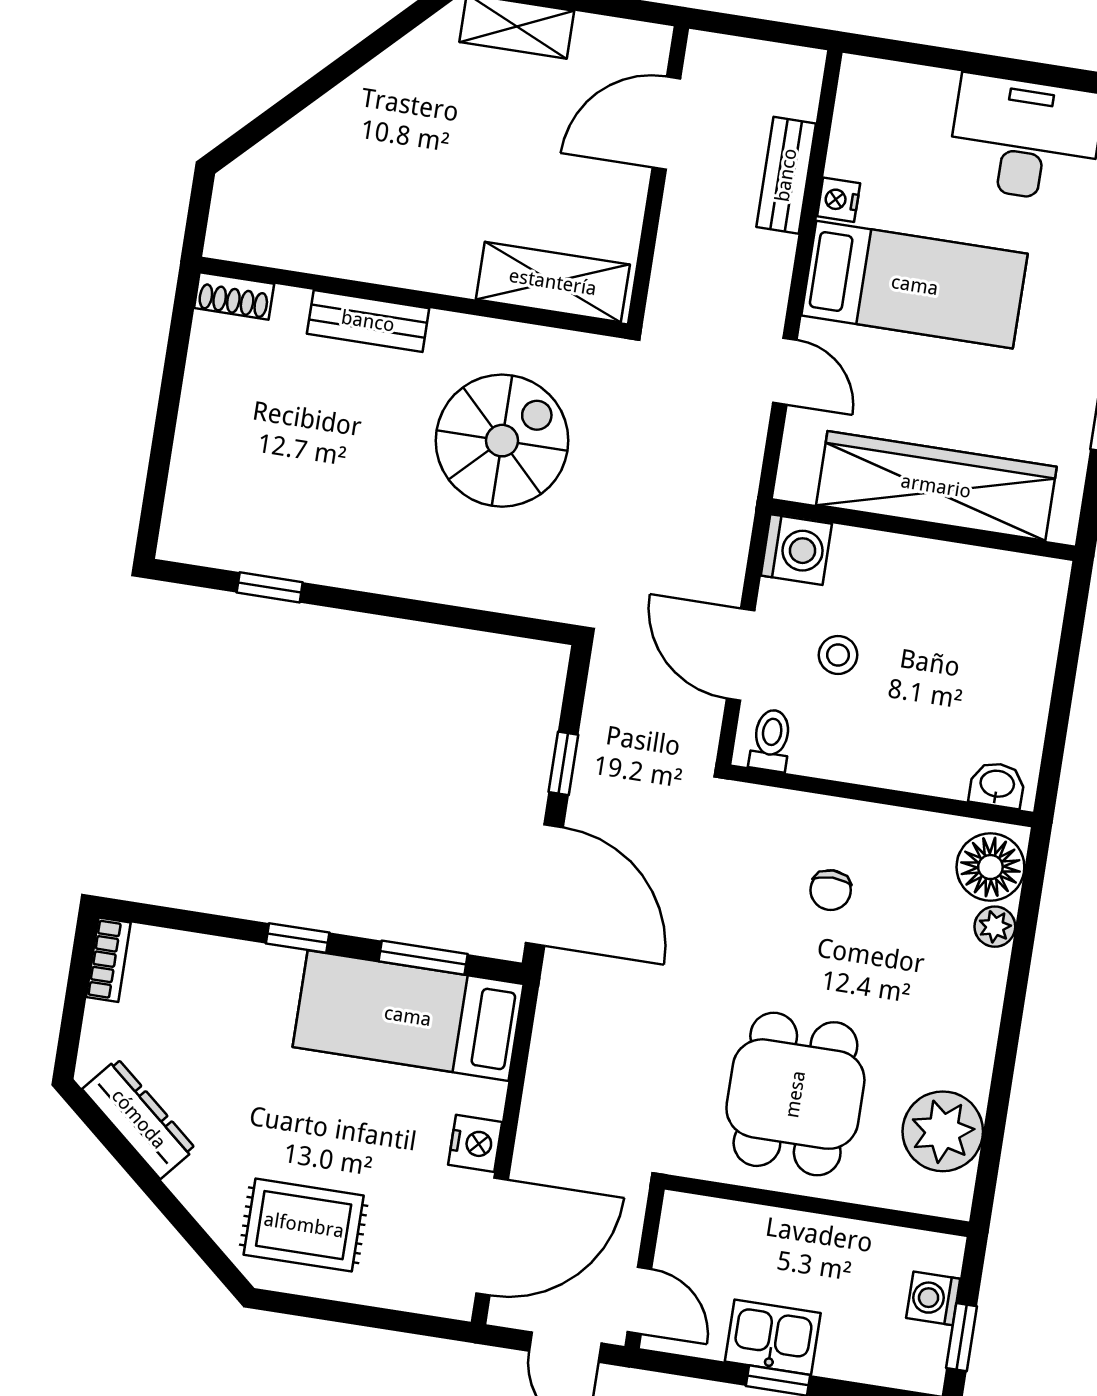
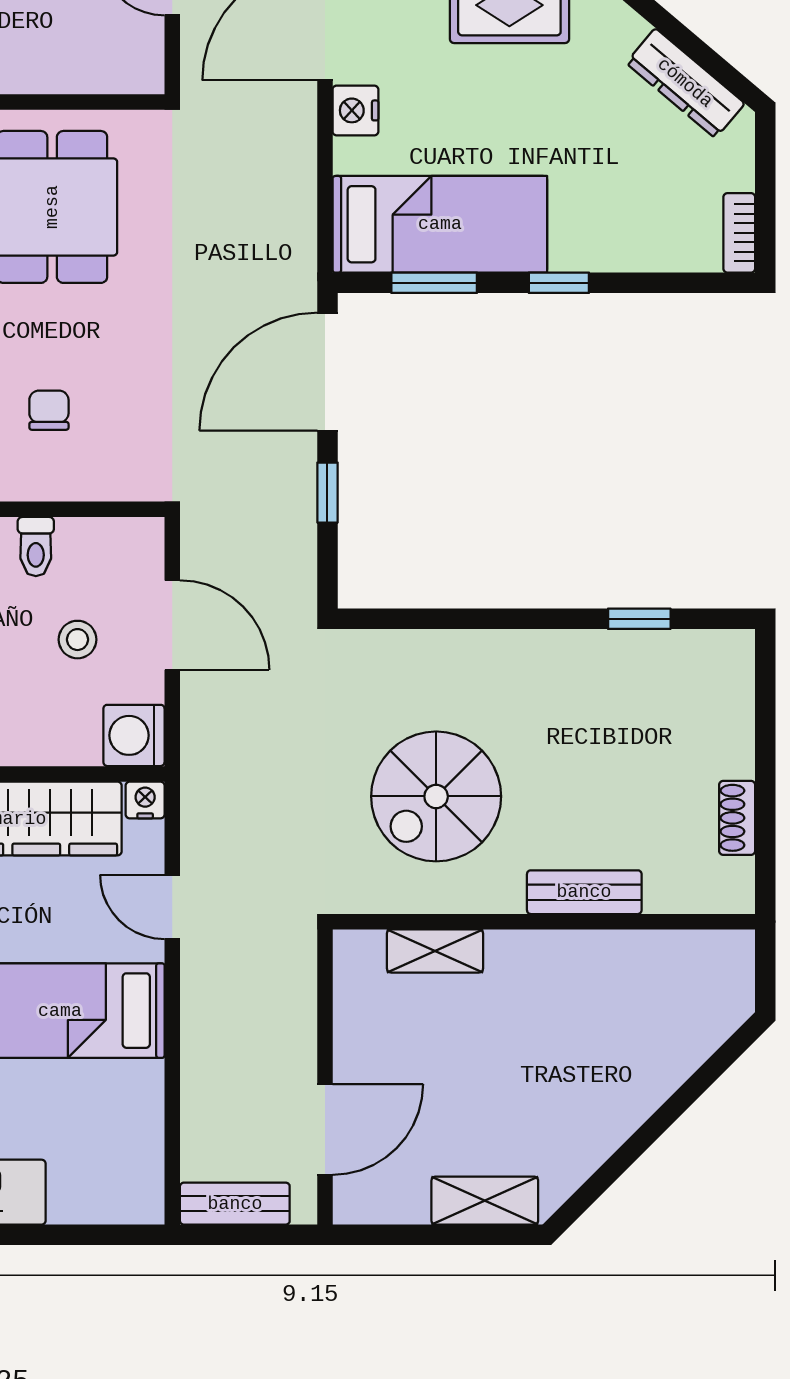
bench: (786, 175) -> (235, 1204), moved, turned 90
nightstand: (839, 200) -> (145, 800), moved, turned -90
shelving: (553, 282) -> (435, 951), width x0.67, depth x0.75
shoe rack: (234, 296) -> (737, 818), moved, turned -90
toilet: (771, 740) -> (36, 547), moved
door: (544, 885) -> (327, 372), hinge flipped

